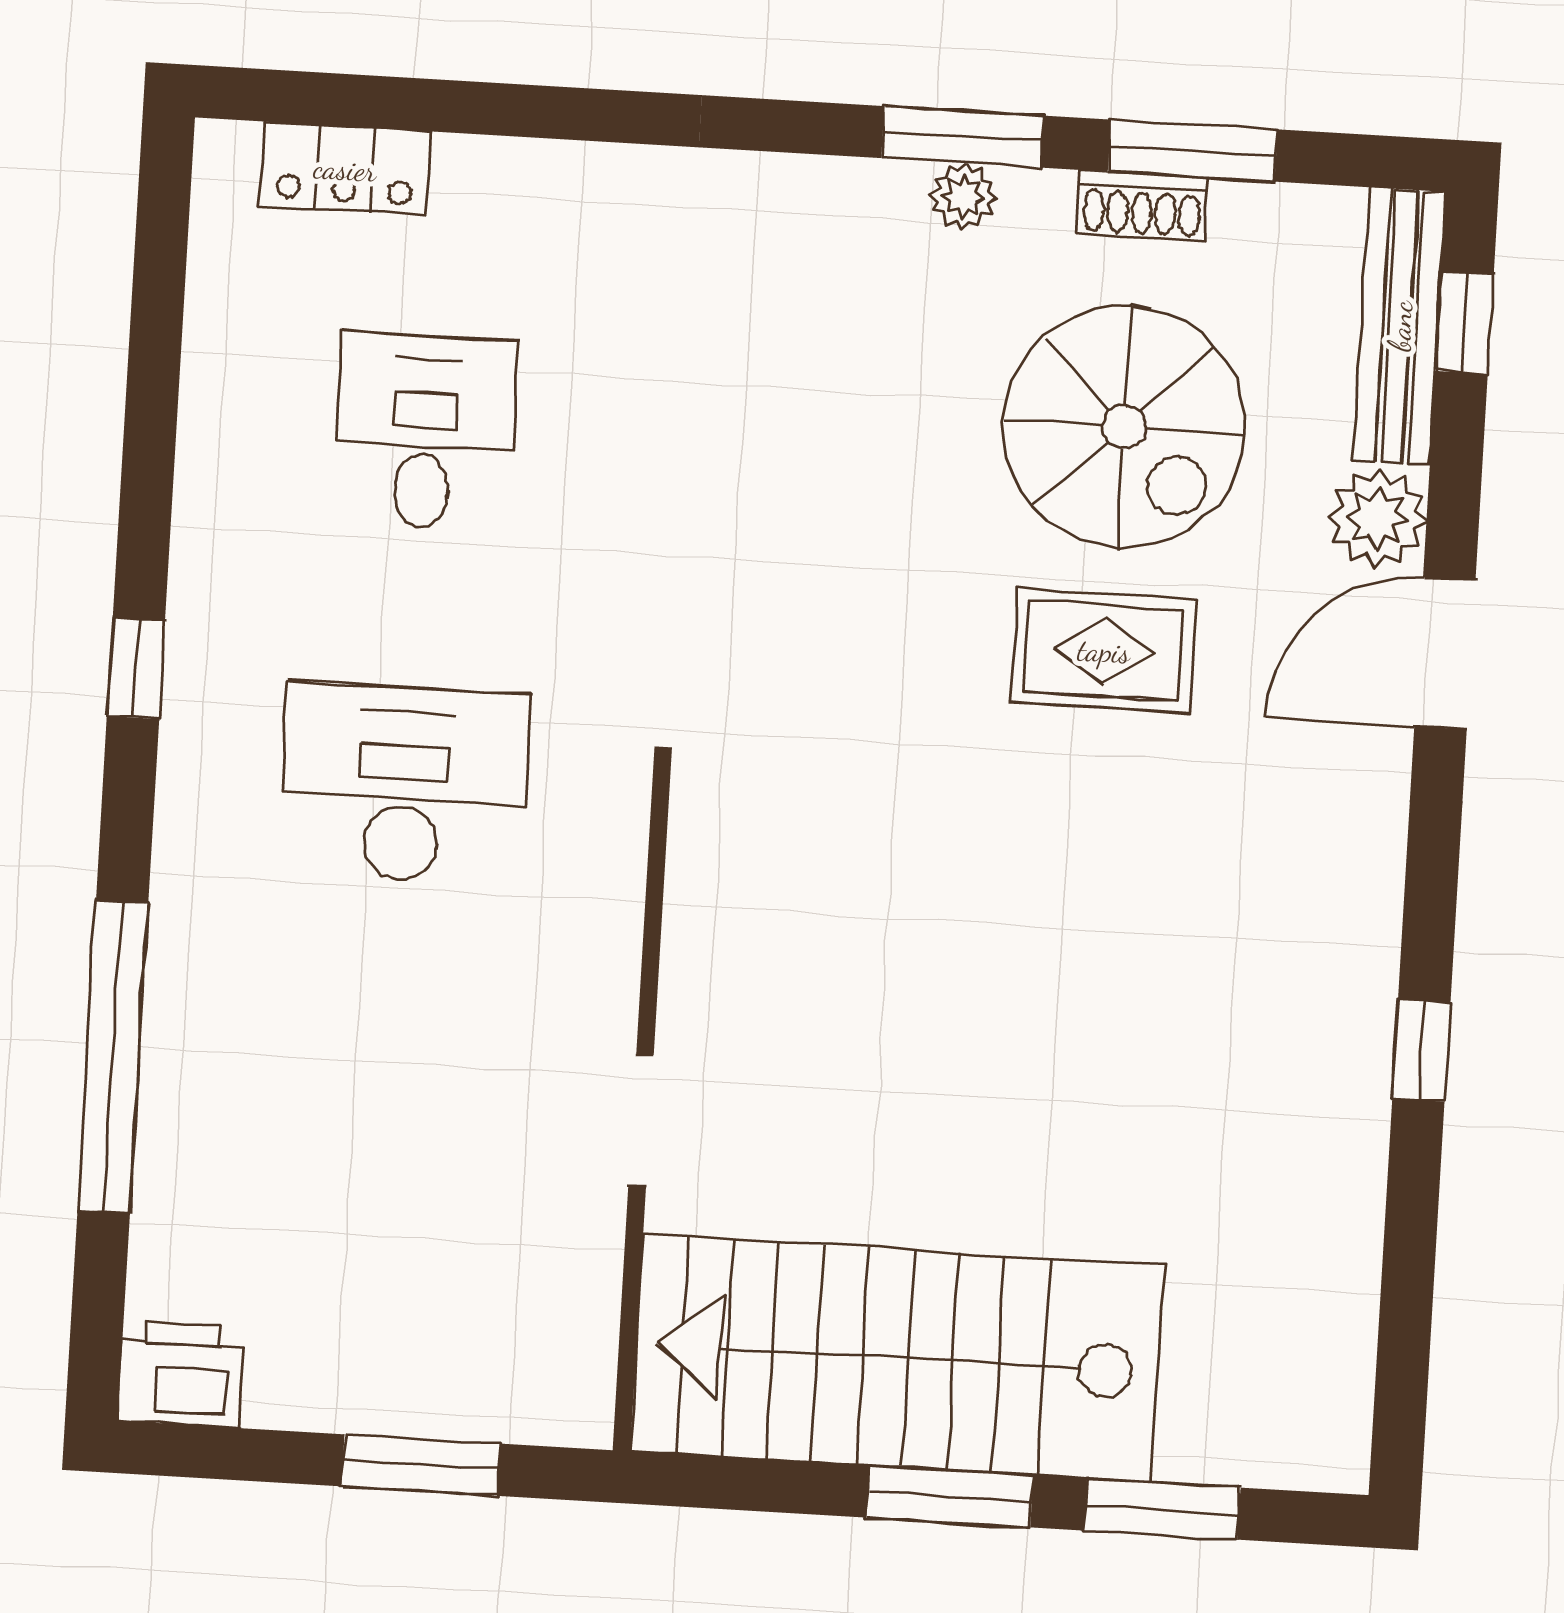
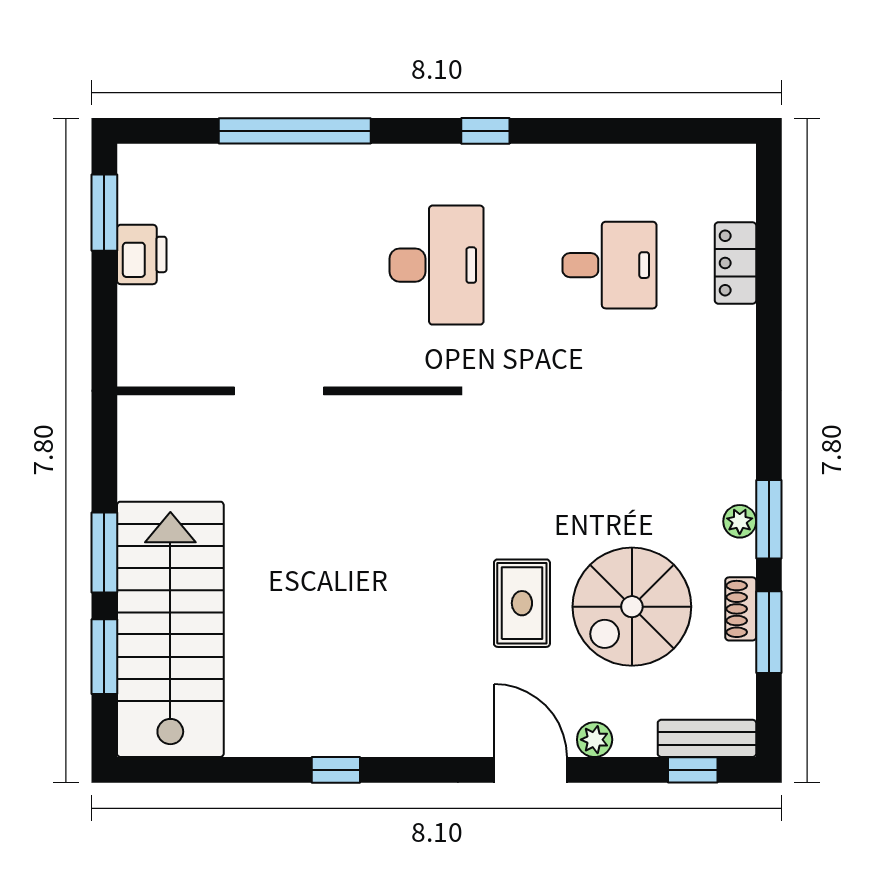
locker: (345, 169) -> (735, 263), moved
bench: (1400, 326) -> (707, 738), width x0.73
plant: (1377, 518) -> (595, 740), width x0.73, depth x0.73
doorway: (641, 1121) -> (279, 391), width x1.38
stairs: (897, 1358) -> (170, 629), moved
printer: (181, 1374) -> (142, 254), moved
window: (421, 1465) -> (104, 213), moved

